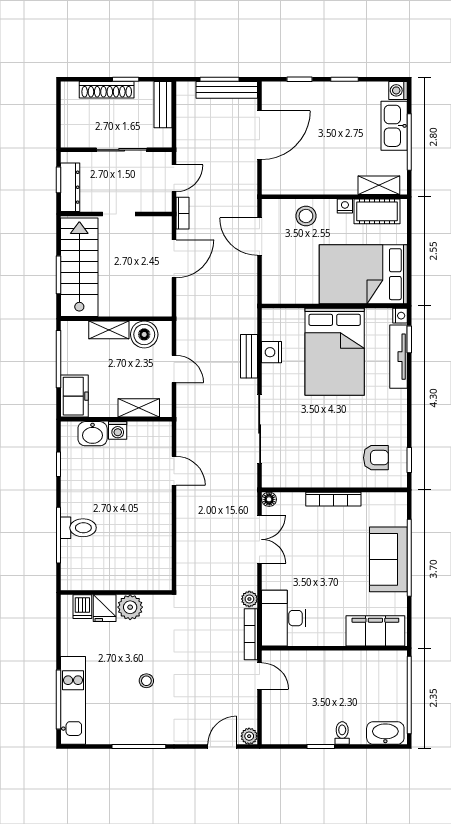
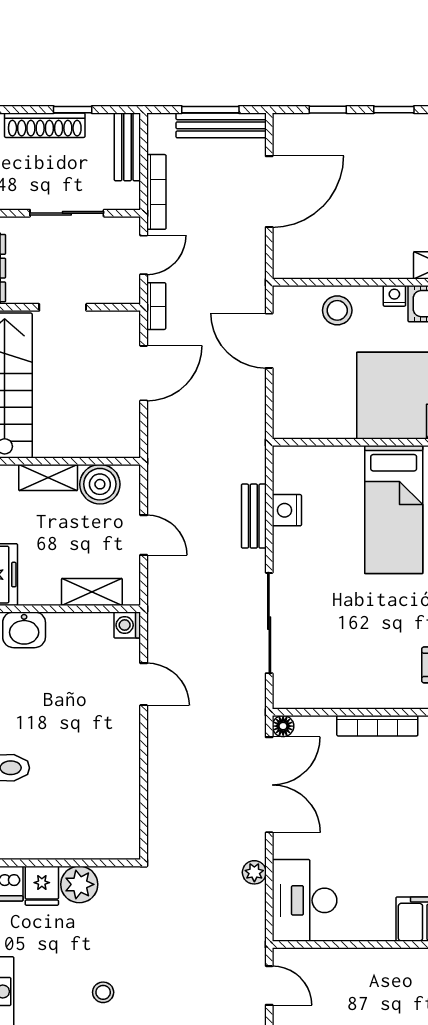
bed: (335, 352) -> (394, 510), width x0.67
washing machine: (118, 430) -> (127, 625), moved, turned 90
double door: (260, 539) -> (269, 785), width x1.37
bookcase: (251, 634) -> (156, 192), moved, turned 180

